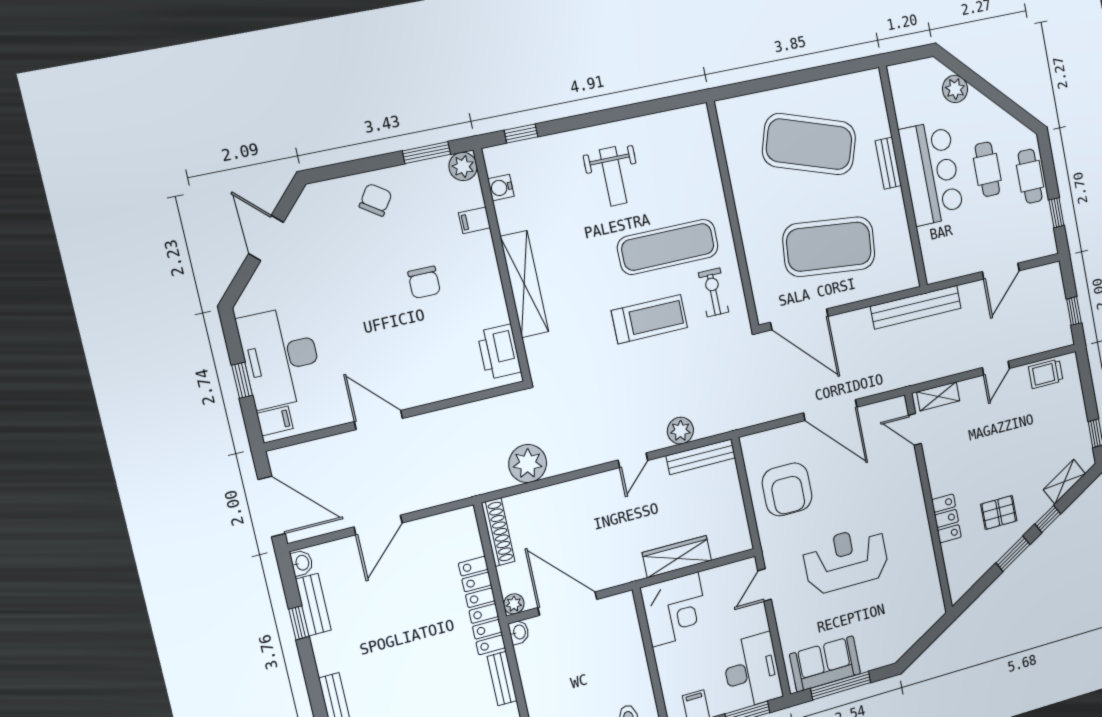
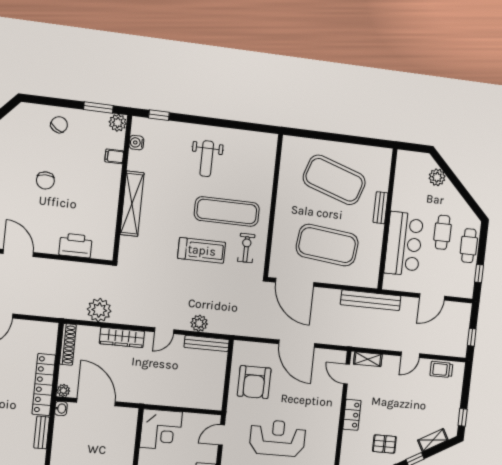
bar counter: (931, 173) -> (404, 244), moved
chair: (424, 282) -> (45, 180), moved
printer: (499, 352) -> (75, 246), moved, turned 90
locker: (946, 518) -> (352, 415), moved
wardrobe: (677, 557) -> (122, 337), moved, turned 180

